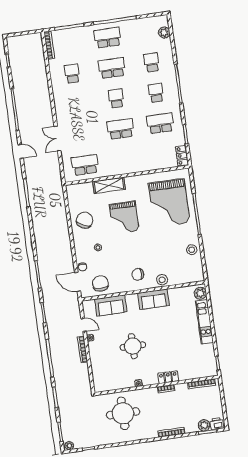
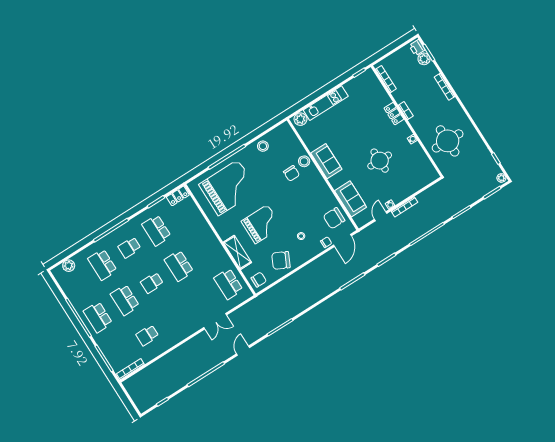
school desk: (152, 62) -> (102, 265), width x1.85
chair: (77, 193) -> (259, 280), added
chair: (138, 274) -> (291, 173), moved

